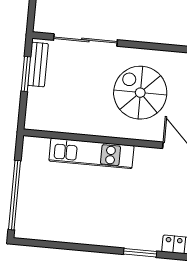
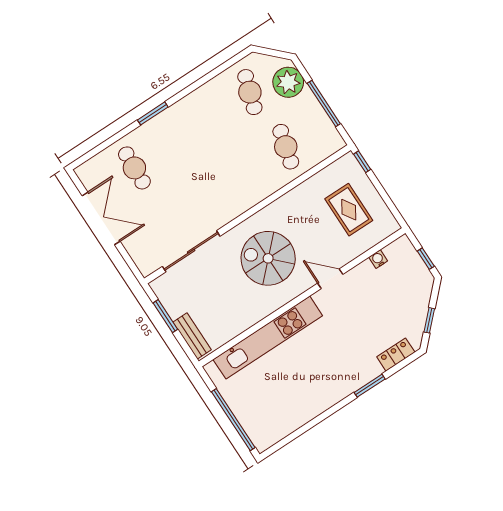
bench: (38, 65) -> (192, 336), moved
kitchen unit: (91, 153) -> (268, 338), width x1.36

